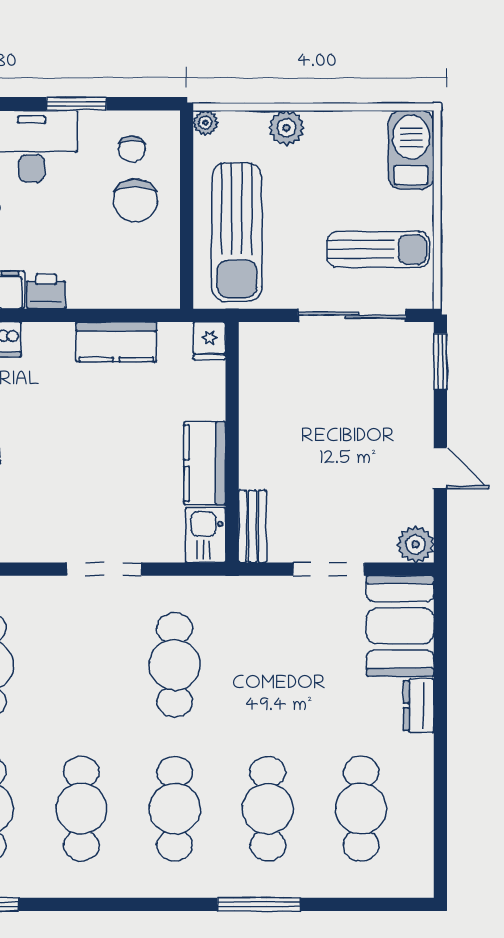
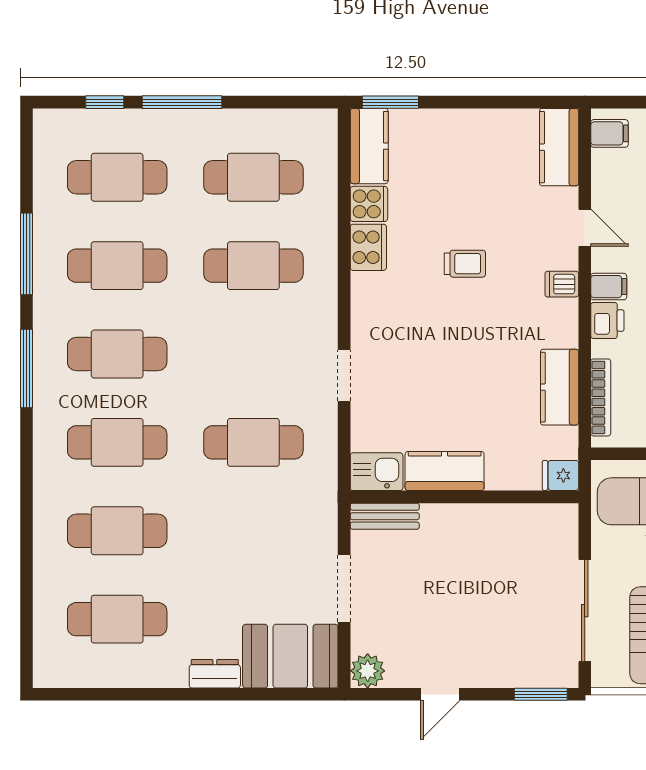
bookcase: (127, 298) -> (601, 397), added
doorway: (104, 569) -> (344, 376), width x0.73
window: (259, 904) -> (26, 369), moved

